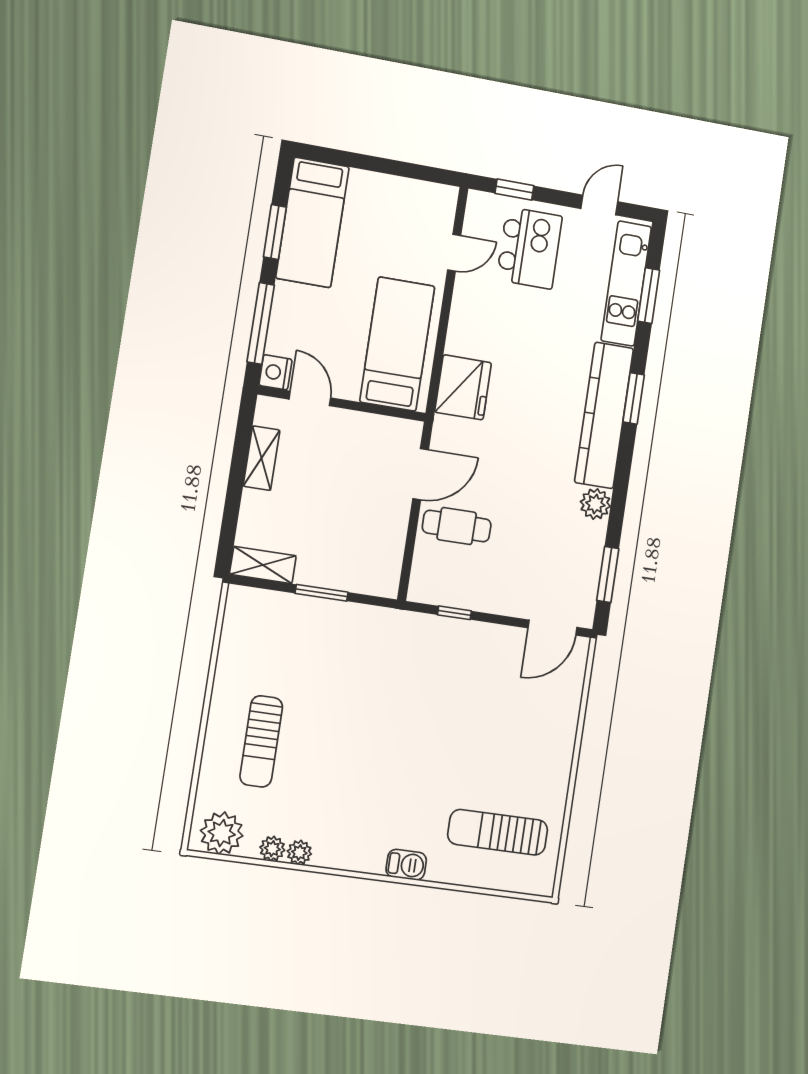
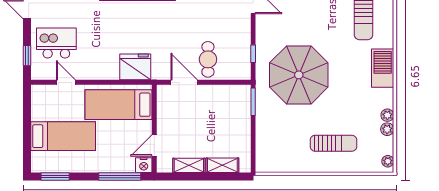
bed: (312, 222) -> (63, 136), moved
window: (275, 232) -> (55, 176), moved
shelving: (263, 565) -> (222, 165), moved, turned 90
window: (322, 593) -> (253, 102), moved
parasol: (402, 693) -> (299, 75), added
plant: (222, 833) -> (388, 161), width x0.53, depth x0.53
barbecue: (406, 865) -> (383, 68), width x1.88, depth x1.53

